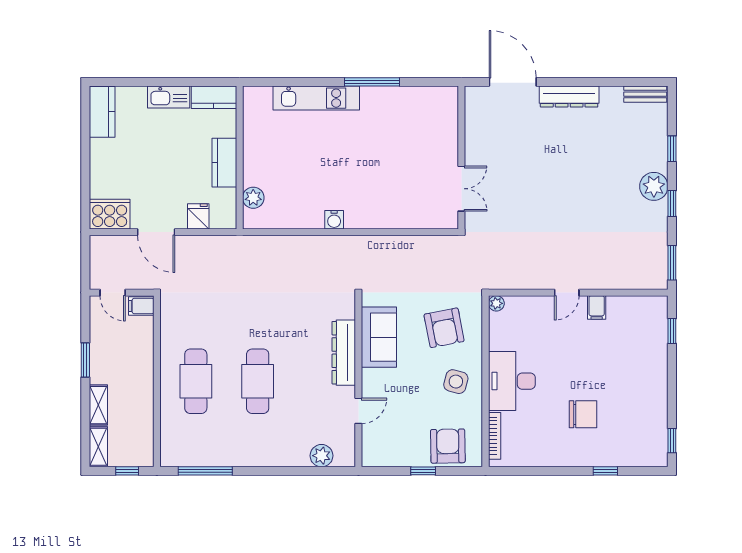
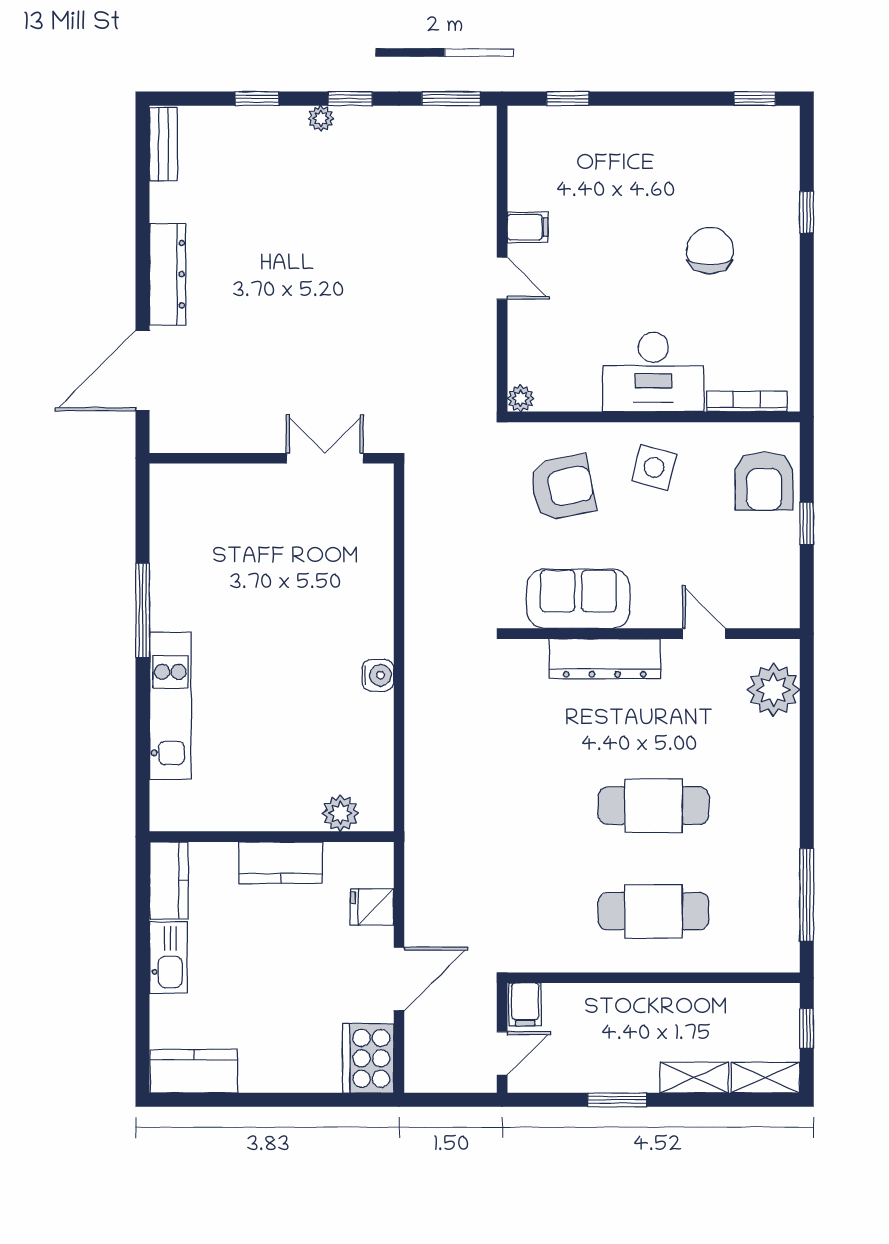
plant: (654, 186) -> (321, 118), width x0.53, depth x0.53
armchair: (448, 446) -> (764, 481), turned -89
plant: (322, 456) -> (774, 690), width x1.36, depth x1.36

